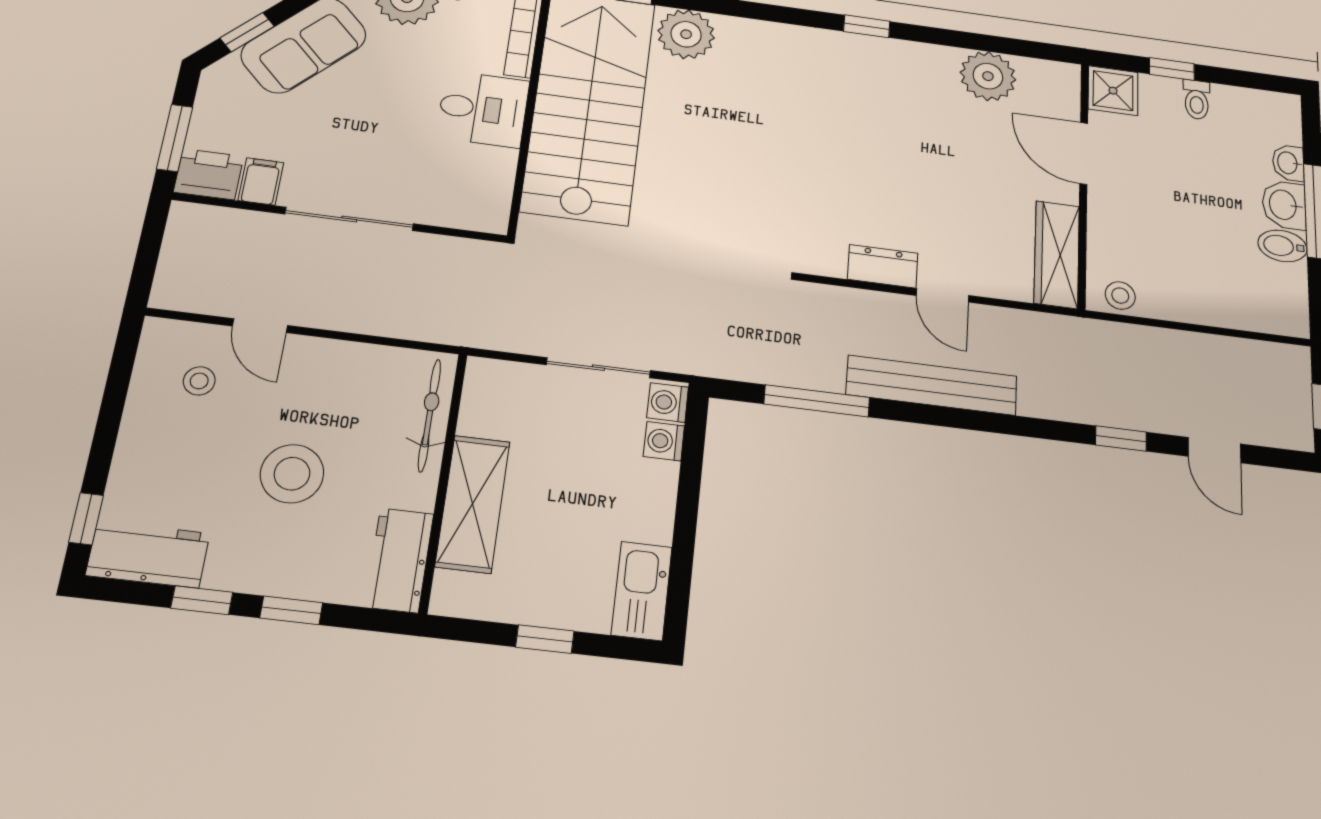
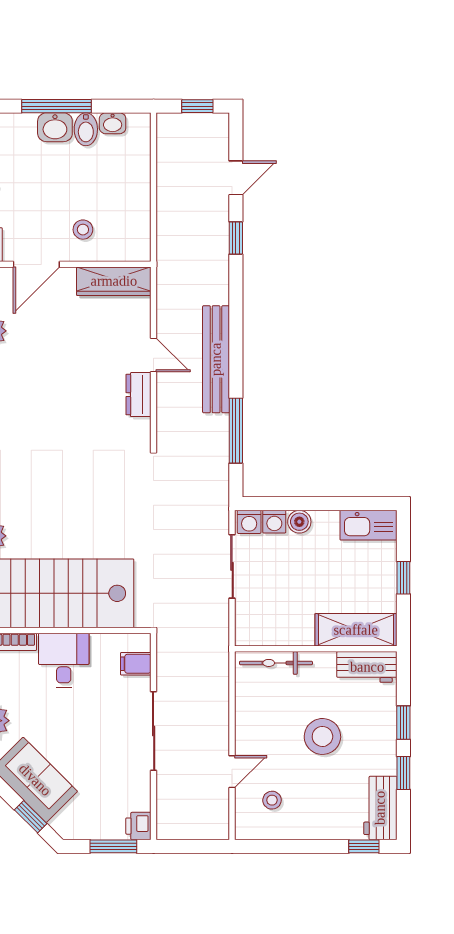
washbasin: (1288, 163) -> (113, 123), moved
printer: (209, 174) -> (138, 826), width x0.73, depth x0.81
filing cabinet: (261, 182) -> (136, 664), moved
door: (942, 295) -> (154, 355), hinge flipped
stool: (1120, 296) -> (83, 230), moved
boiler: (660, 480) -> (299, 522), added
shelving: (473, 504) -> (356, 630), moved

